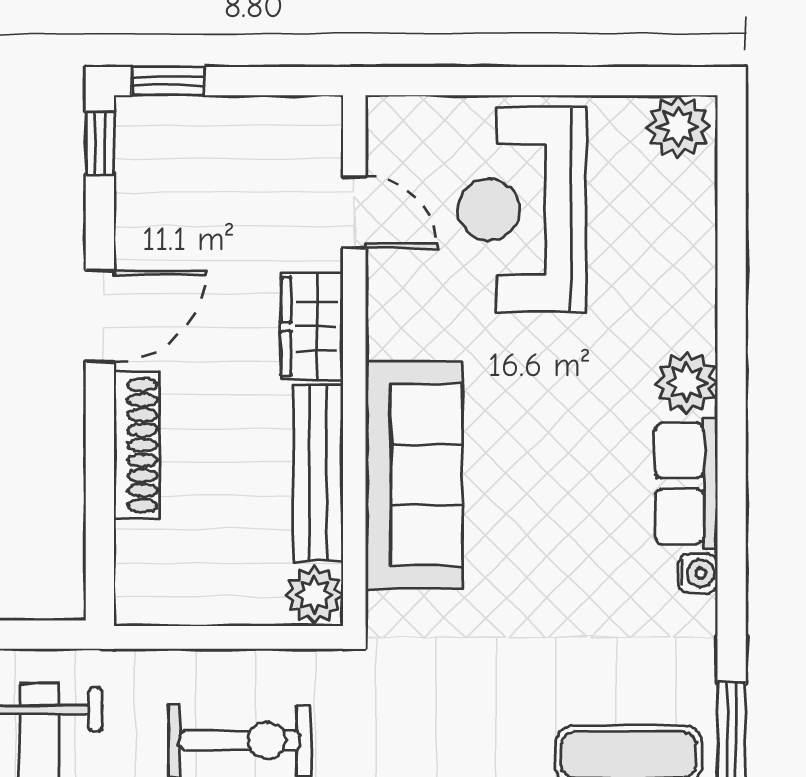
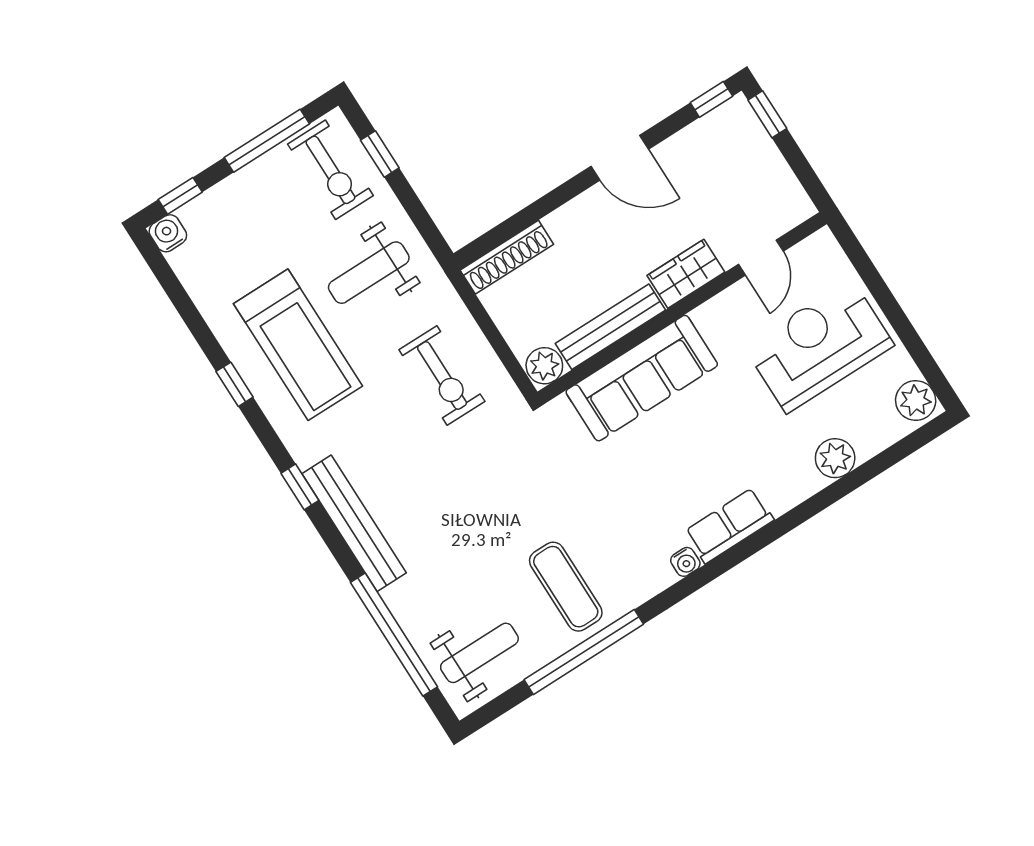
plant: (687, 382) -> (835, 458), moved
shoe rack: (137, 445) -> (507, 257), moved

